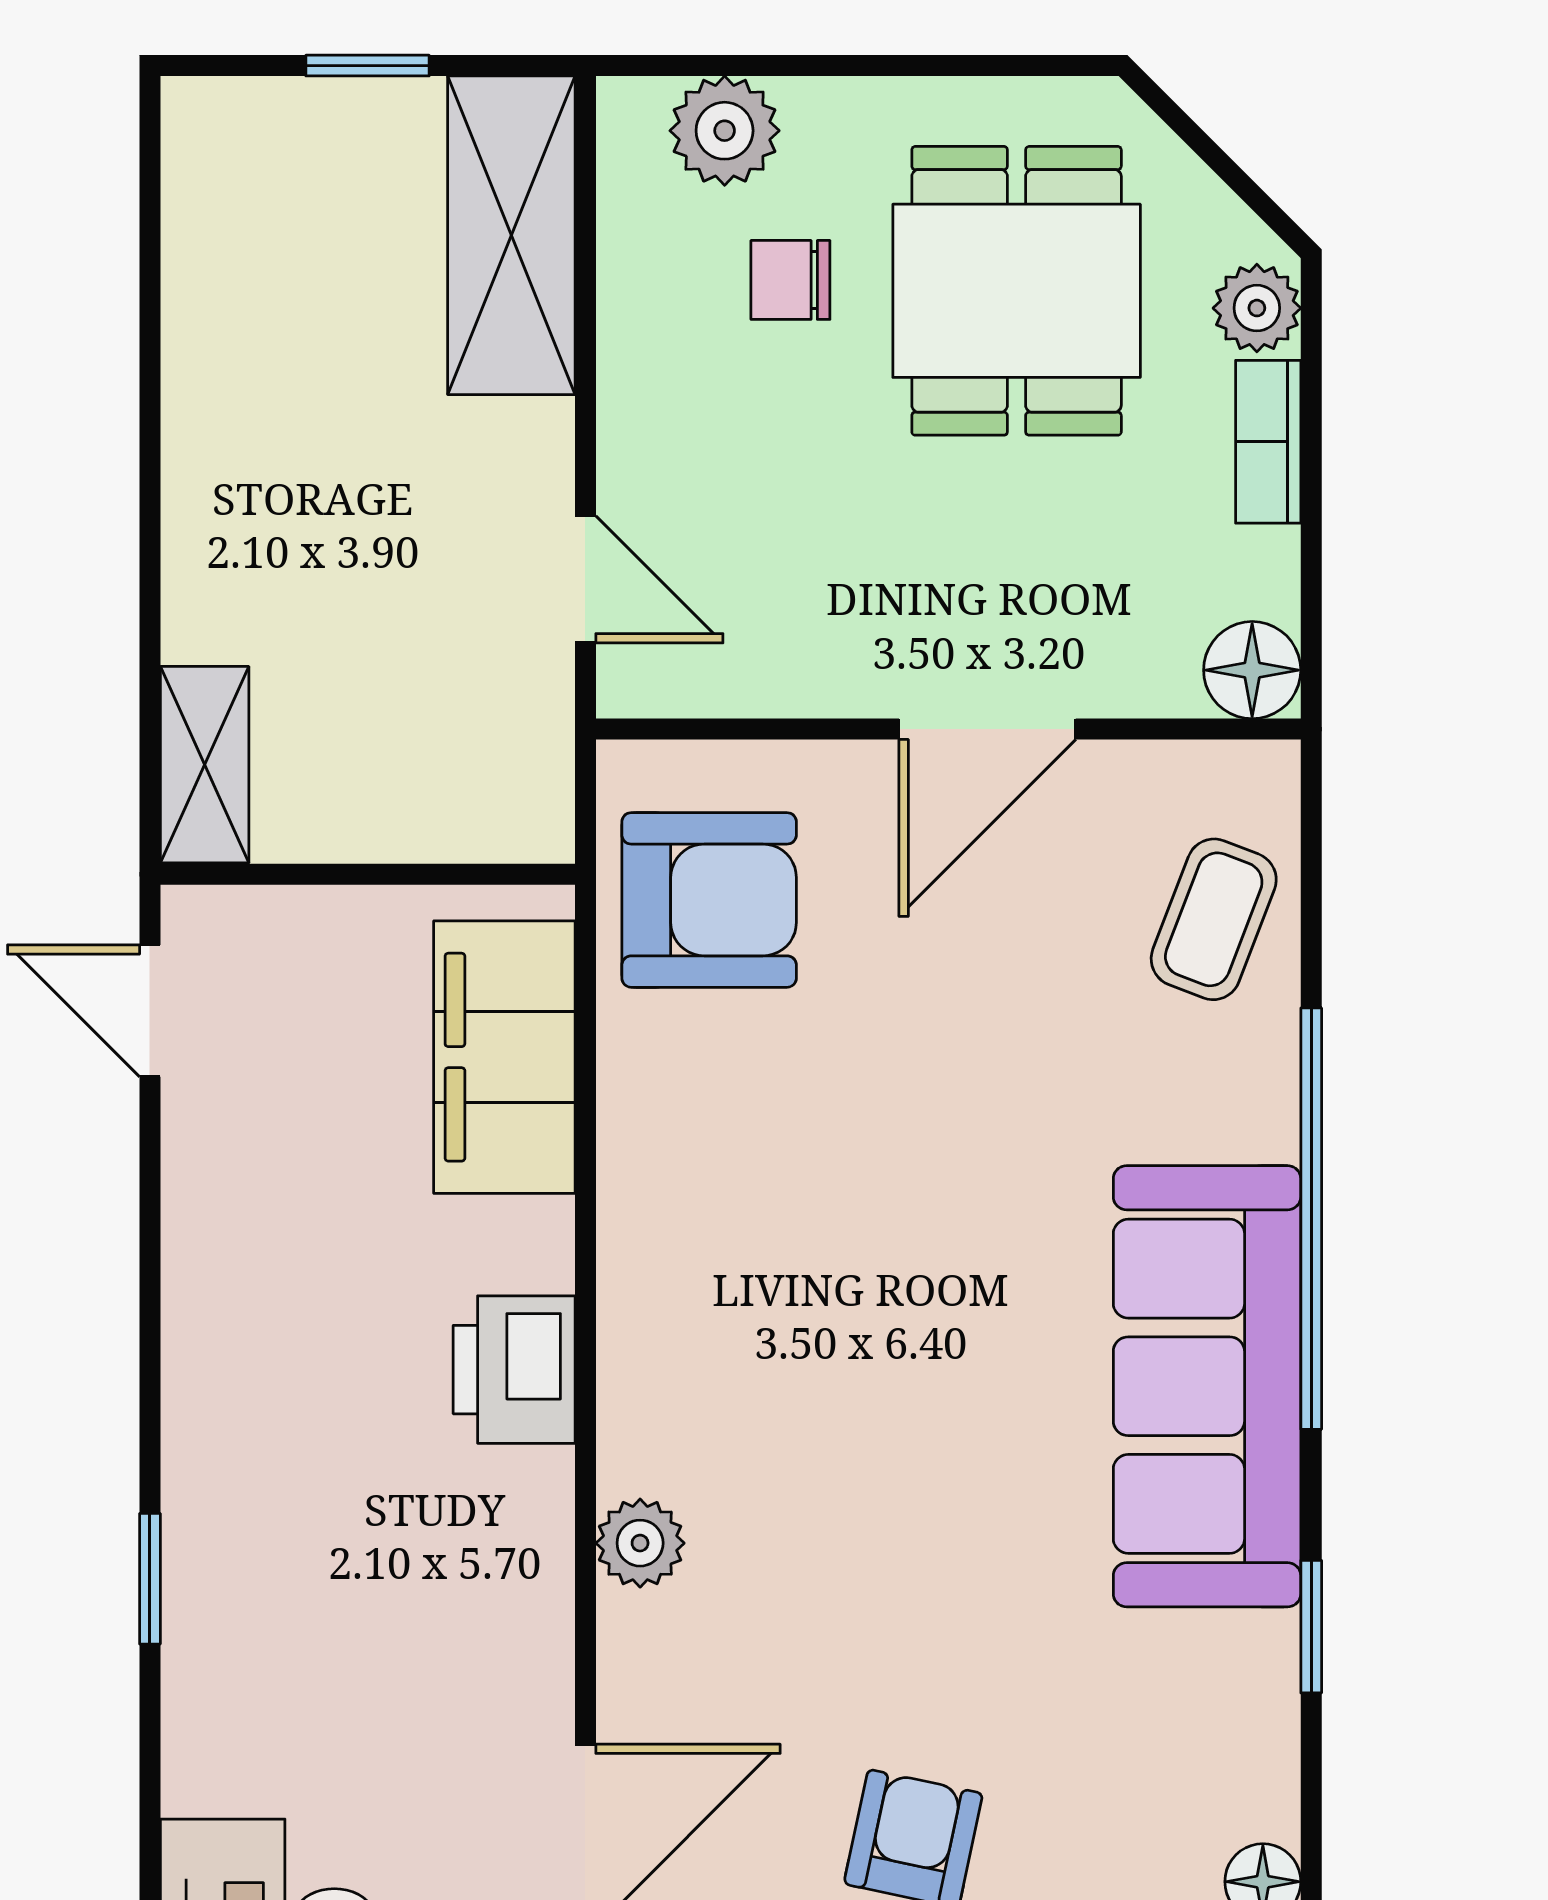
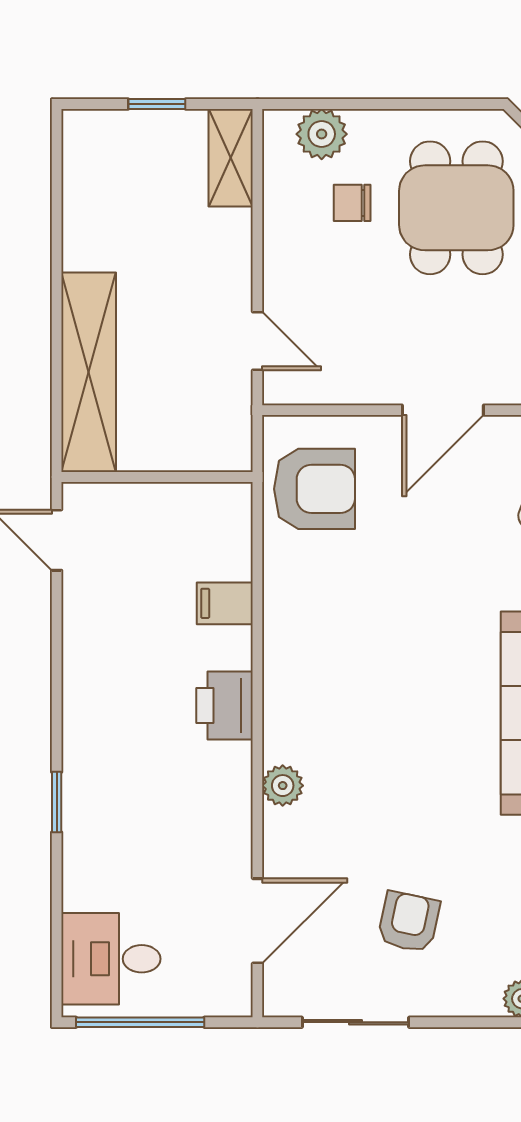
shelving: (511, 235) -> (231, 158), width x0.67, depth x0.75
shelving: (205, 765) -> (89, 372), width x2.20, depth x1.33
filing cabinet: (504, 1057) -> (225, 603), width x0.33, depth x0.86

